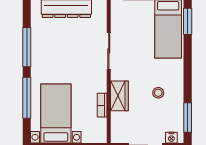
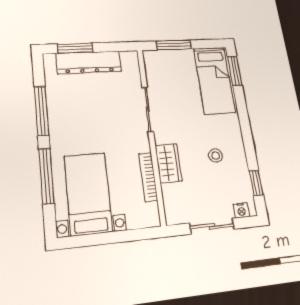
bookcase: (102, 105) -> (148, 177), width x1.56
window: (188, 118) -> (256, 183), width x0.67

